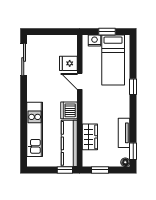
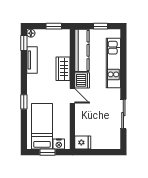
sliding door: (24, 59) -> (123, 114), moved
fridge: (68, 63) -> (83, 142), moved
door: (80, 81) -> (72, 96), moved
wardrobe: (90, 137) -> (63, 69), moved
window: (65, 170) -> (101, 26), moved

